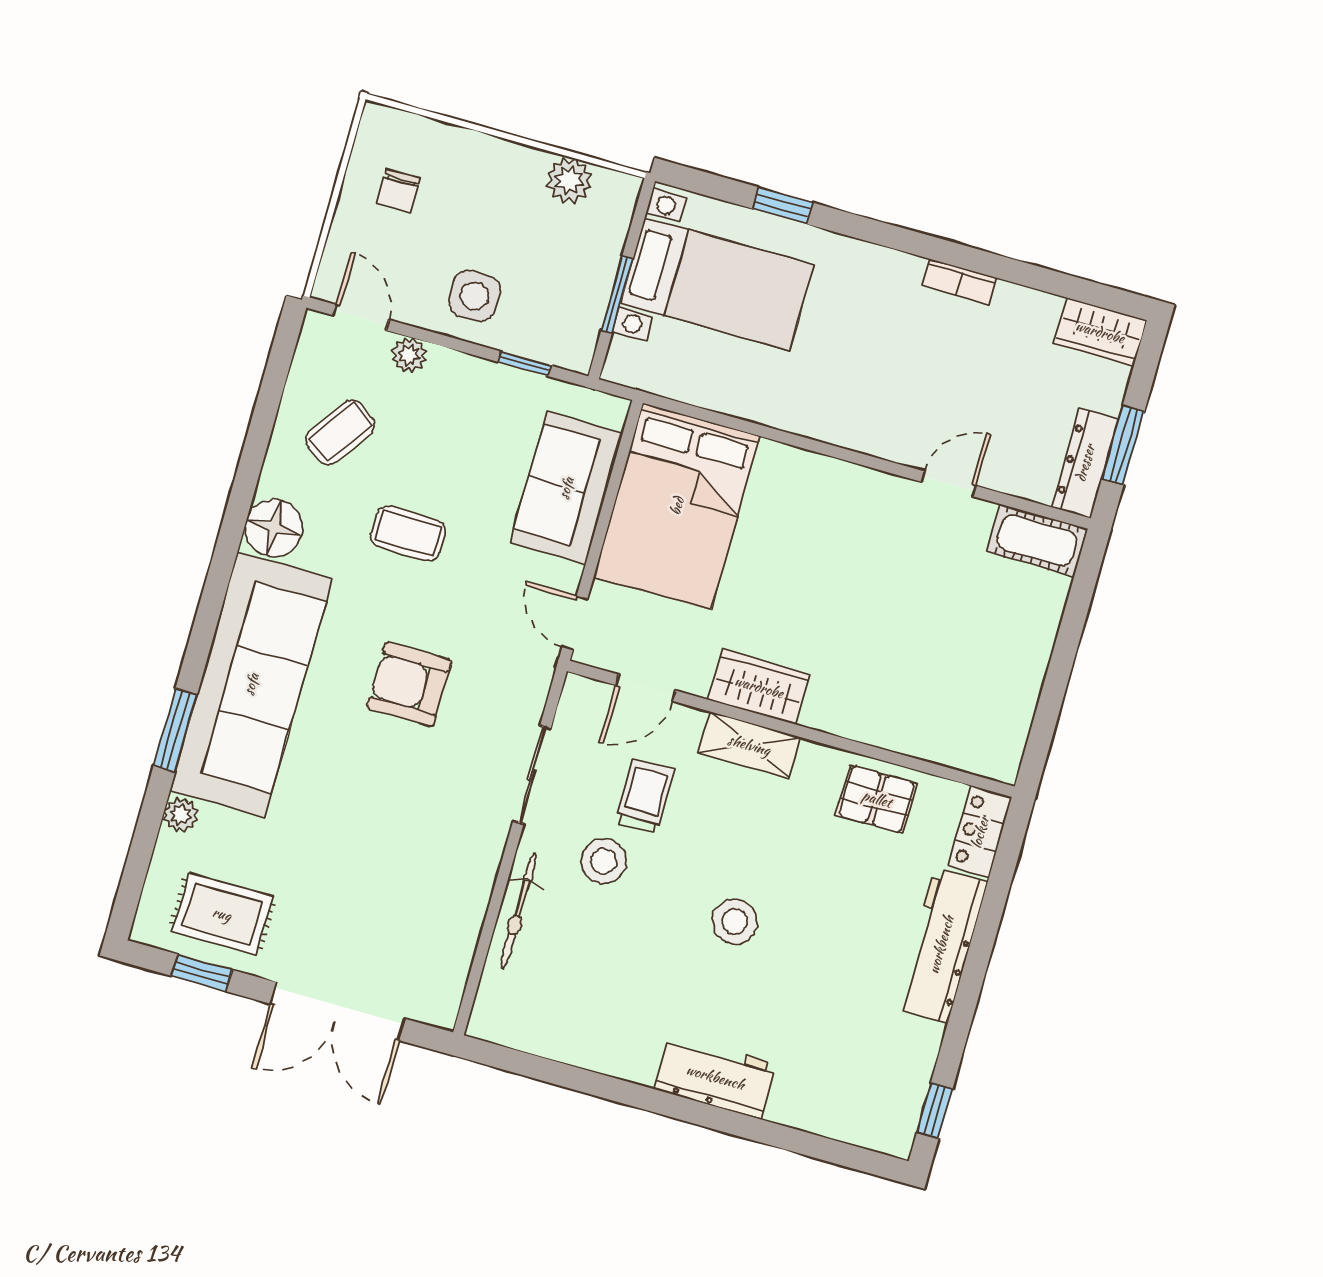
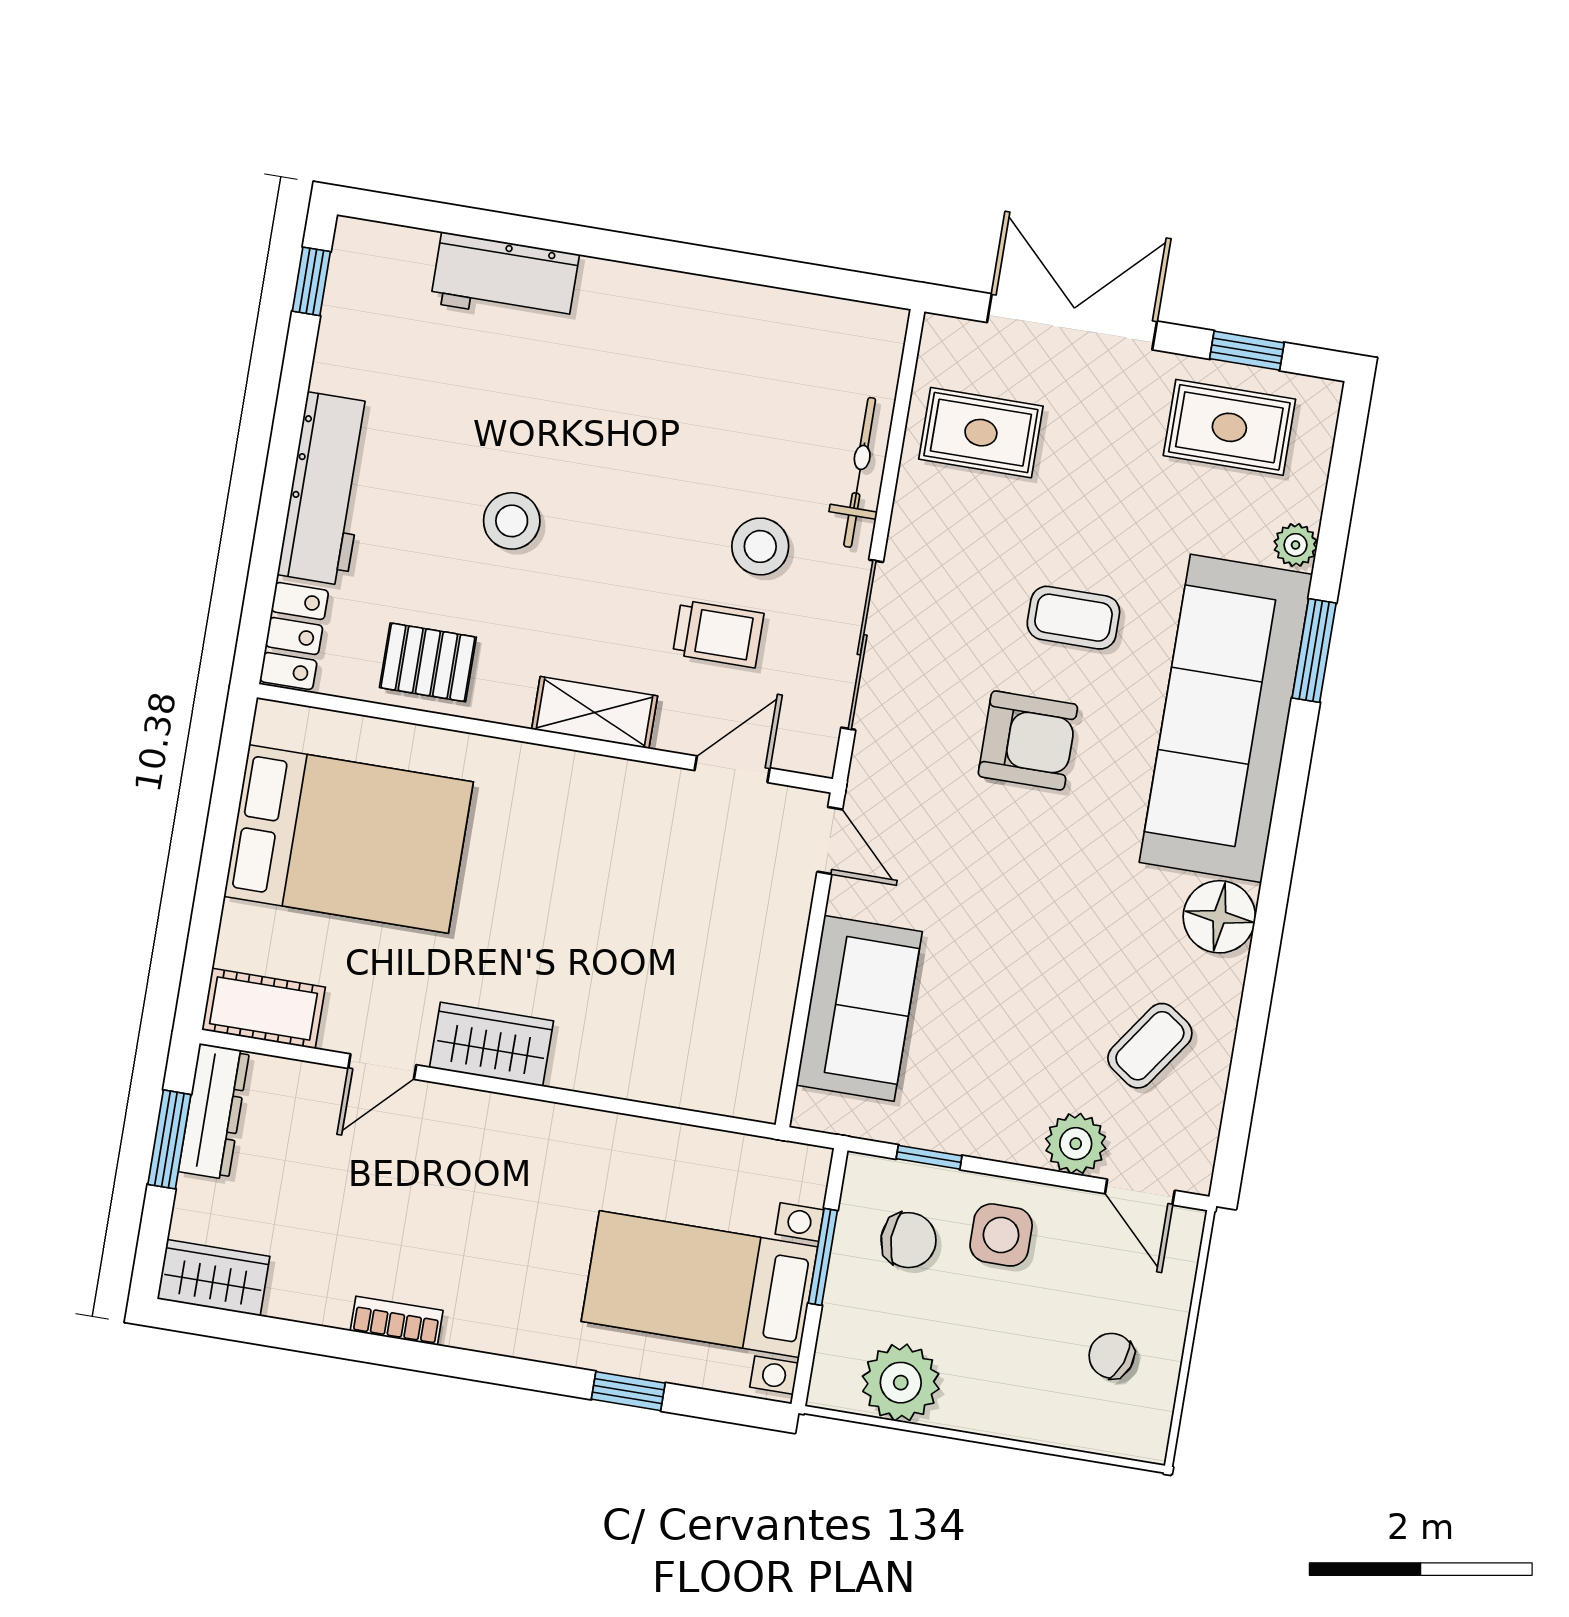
plant: (569, 180) -> (901, 1383), width x1.36, depth x1.36
chair: (398, 191) -> (1111, 1356), turned -70
chair: (548, 300) -> (909, 1240), added
plant: (409, 355) -> (1076, 1144), width x1.38, depth x1.38
bed: (677, 506) -> (349, 839), moved, turned 90
coffee table: (408, 533) -> (1073, 618), moved
wardrobe: (759, 687) -> (492, 1044), moved, turned 180
sliding door: (532, 775) -> (862, 645), width x1.37
trolley: (645, 796) -> (718, 634), turned -90
stool: (735, 922) -> (512, 521), moved
rug: (419, 932) -> (981, 433), added
workbench: (715, 1077) -> (505, 279), moved

